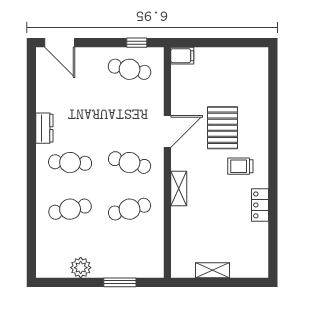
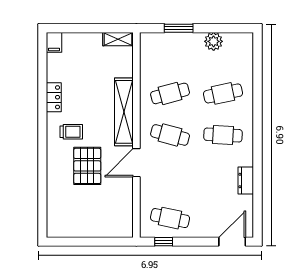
door: (60, 43) -> (232, 242), hinge flipped
filing cabinet: (182, 56) -> (54, 42), moved, turned -90
dresser: (44, 128) -> (246, 181), moved
shelving: (179, 188) -> (124, 112), width x2.20, depth x1.33
shelving: (212, 270) -> (118, 39), moved

